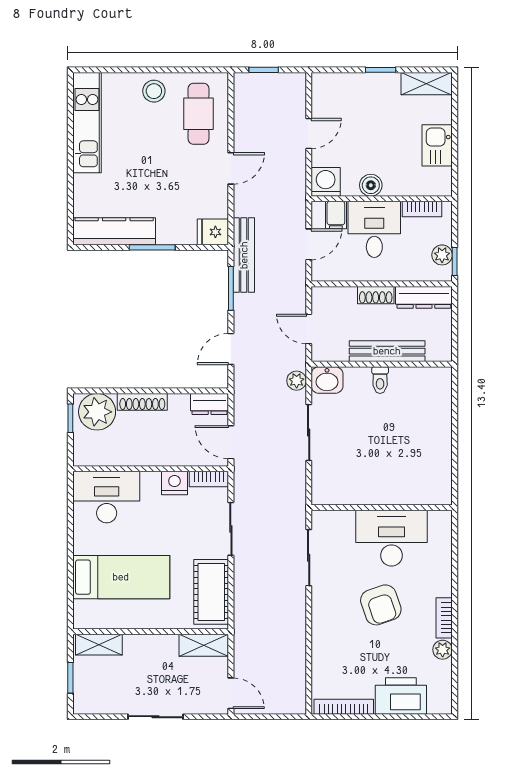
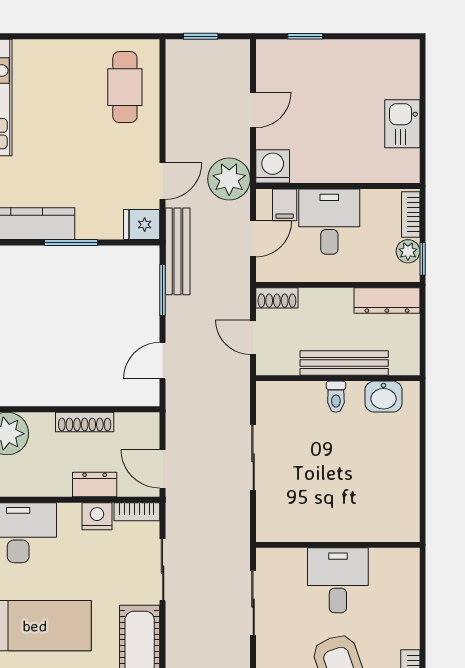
window: (381, 70) -> (305, 36), moved
shelving: (426, 84) -> (390, 52), removed
stool: (154, 91) -> (73, 61), removed
door: (231, 168) -> (163, 181), moved
boiler: (371, 185) -> (325, 170), removed
bookcase: (422, 209) -> (411, 214), moved, turned 90
shoe rack: (376, 295) -> (277, 298), moved
washbasin: (327, 380) -> (383, 397), moved
plant: (297, 381) -> (229, 179), moved, width x1.88, depth x1.88
shoe rack: (142, 402) -> (85, 422), moved
dresser: (210, 404) -> (95, 485), moved, turned 180
desk: (391, 538) -> (338, 580), width x0.73

